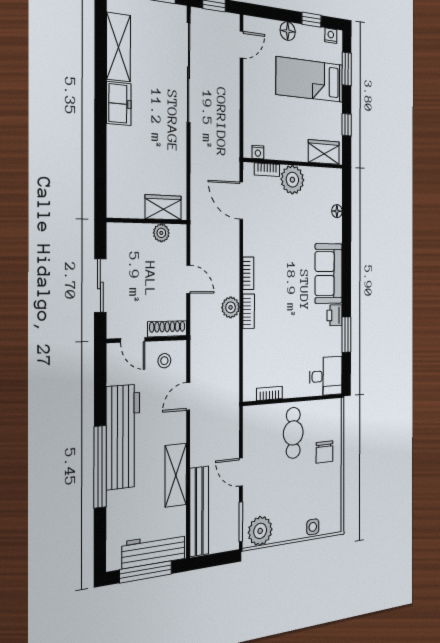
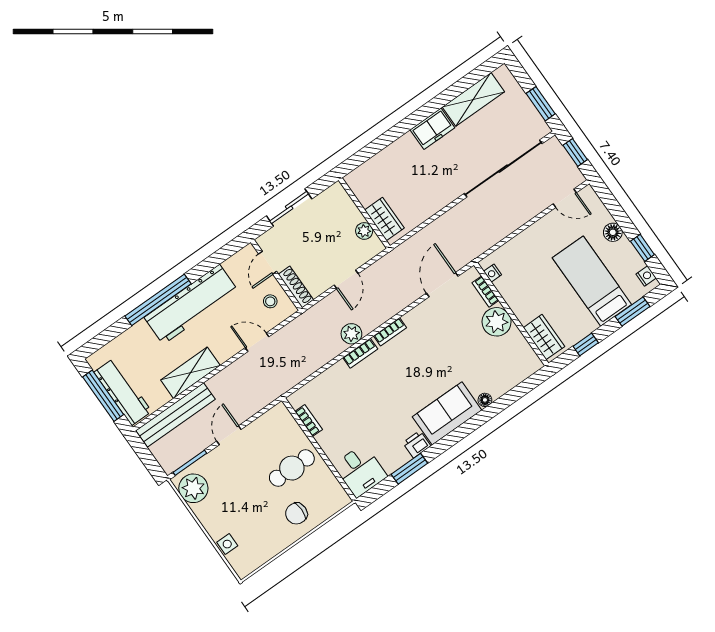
floor lamp: (337, 211) -> (485, 400), moved

